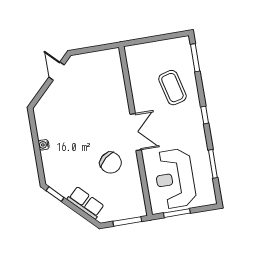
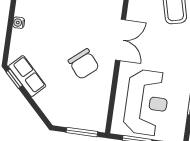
reception desk: (175, 179) -> (147, 103), turned 180
row of seats: (86, 203) -> (27, 76), moved

